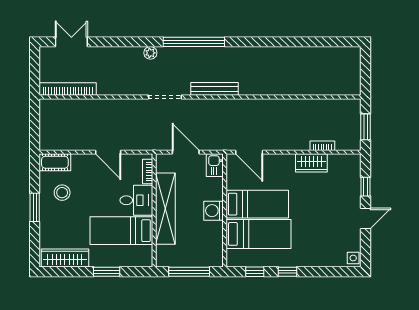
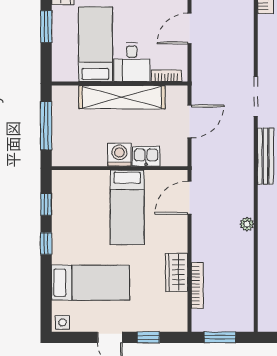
plant: (271, 104) -> (247, 224), added
bookcase: (322, 146) -> (197, 286), width x1.56
kitchen sink: (215, 165) -> (146, 156), moved
bed: (259, 234) -> (91, 283), moved, turned -90

